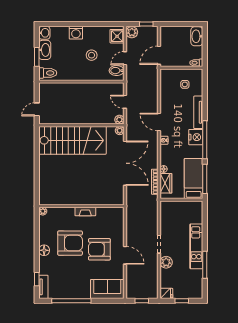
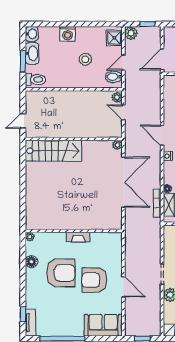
plant: (119, 120) -> (117, 97), moved
stairs: (72, 140) -> (53, 151), width x0.73, depth x0.66
floor lamp: (44, 250) -> (31, 262), moved

